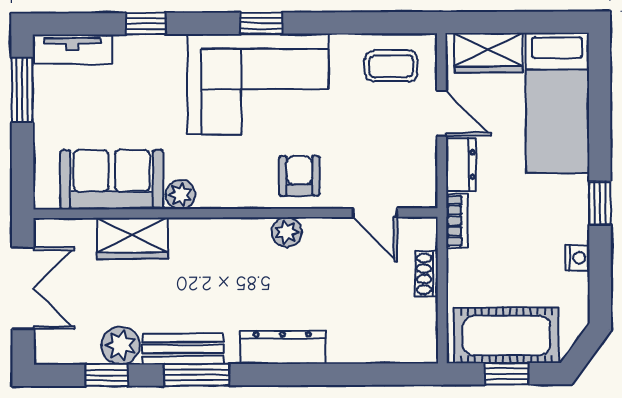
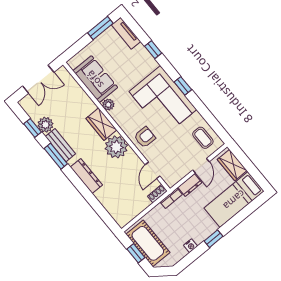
plant: (287, 232) -> (116, 147), width x1.88, depth x1.88
wardrobe: (132, 238) -> (101, 124), moved
shoe rack: (427, 274) -> (157, 194), moved

